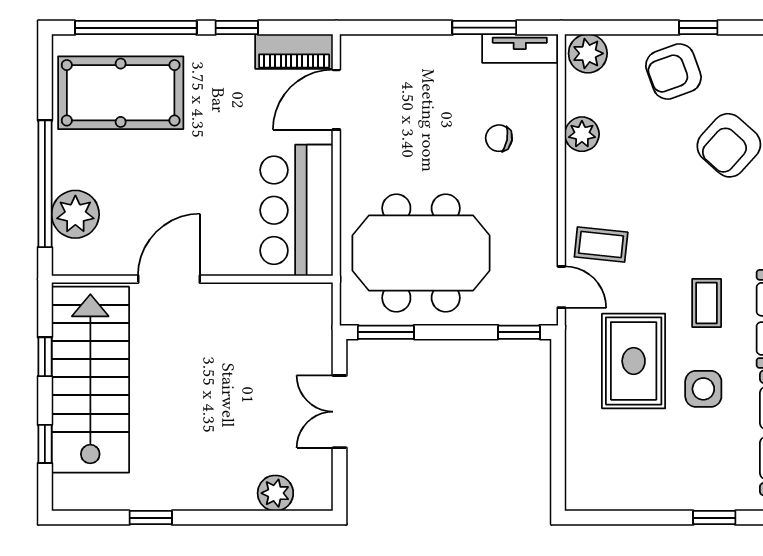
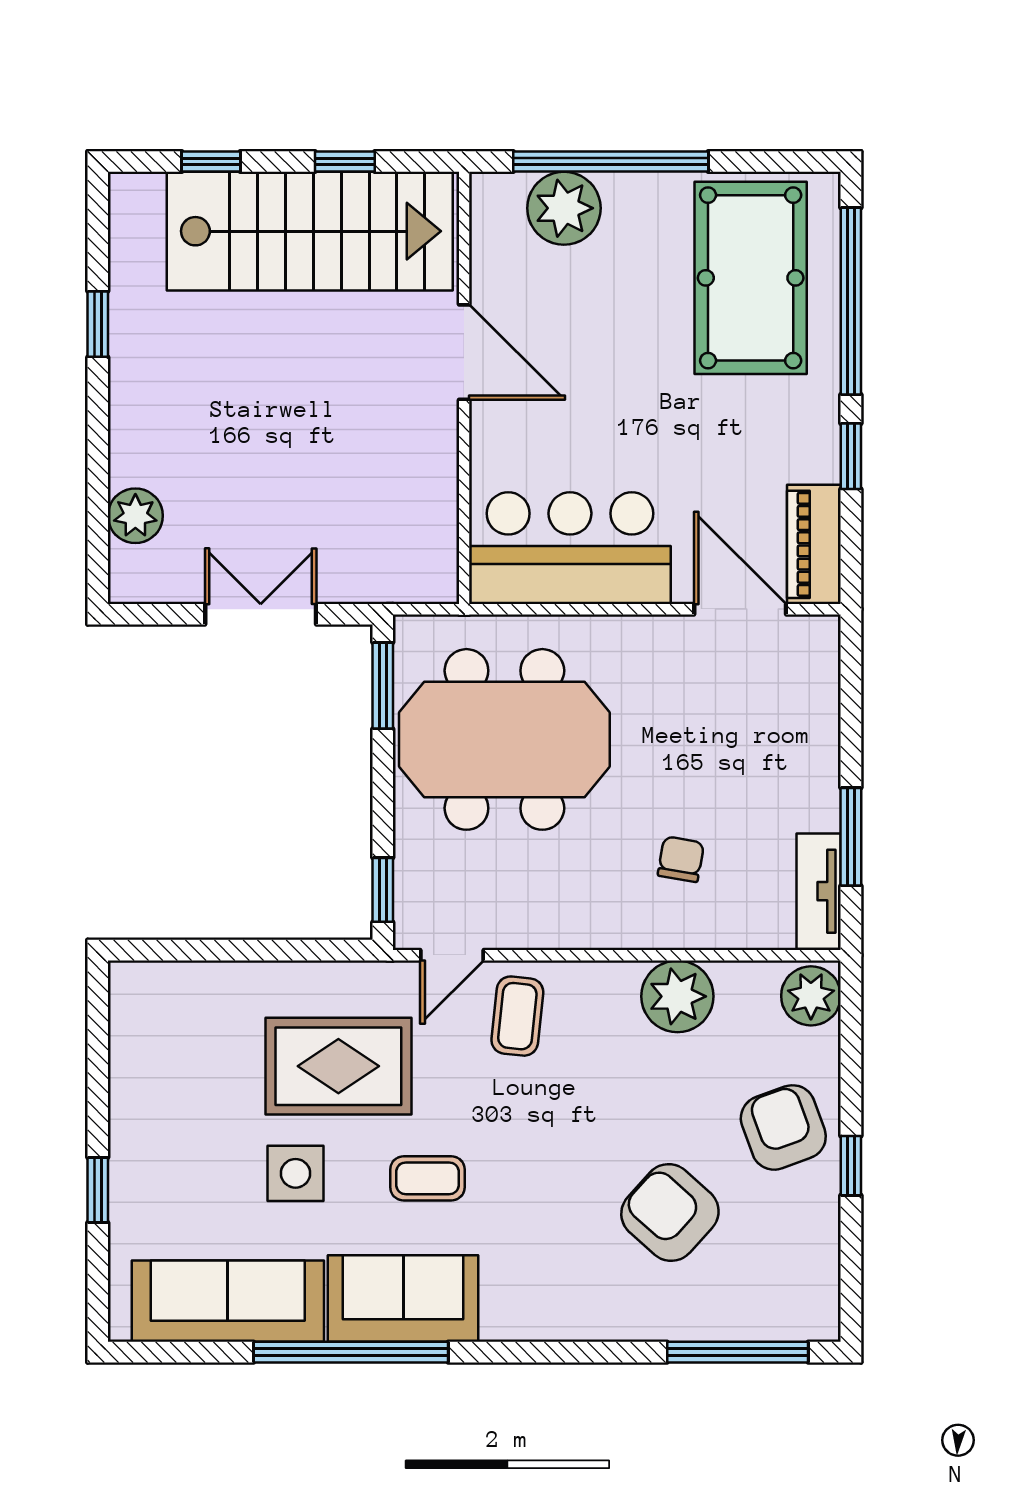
plant: (582, 134) -> (677, 996), width x1.36, depth x1.36
meeting table: (421, 253) -> (504, 739), turned 90

